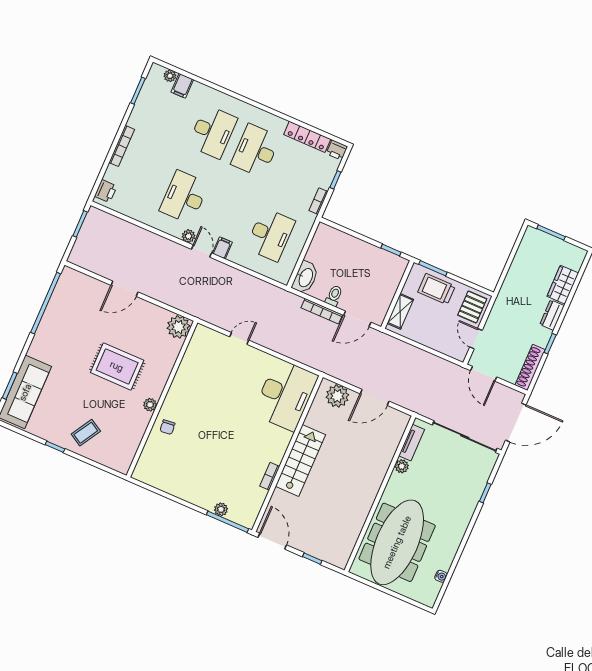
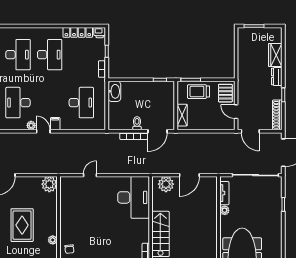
desk: (256, 151) -> (50, 55), turned 180
washbasin: (305, 277) -> (114, 91), moved
rug: (117, 366) -> (22, 225), turned 90

